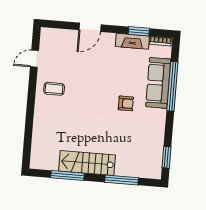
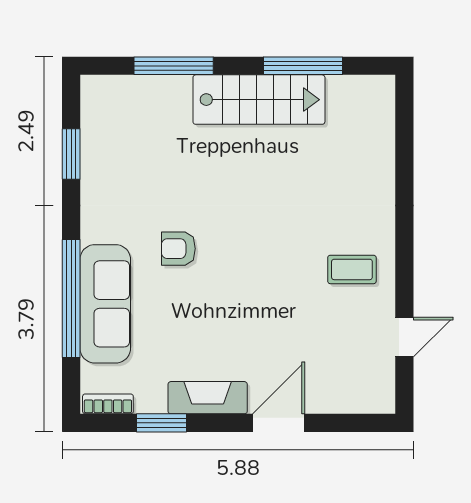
fireplace: (132, 41) -> (208, 398), moved
window: (166, 157) -> (71, 154), moved

